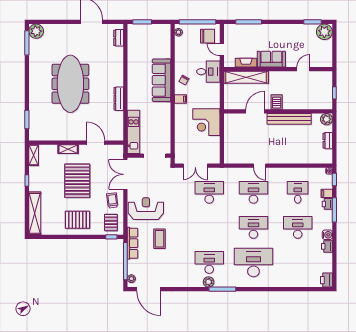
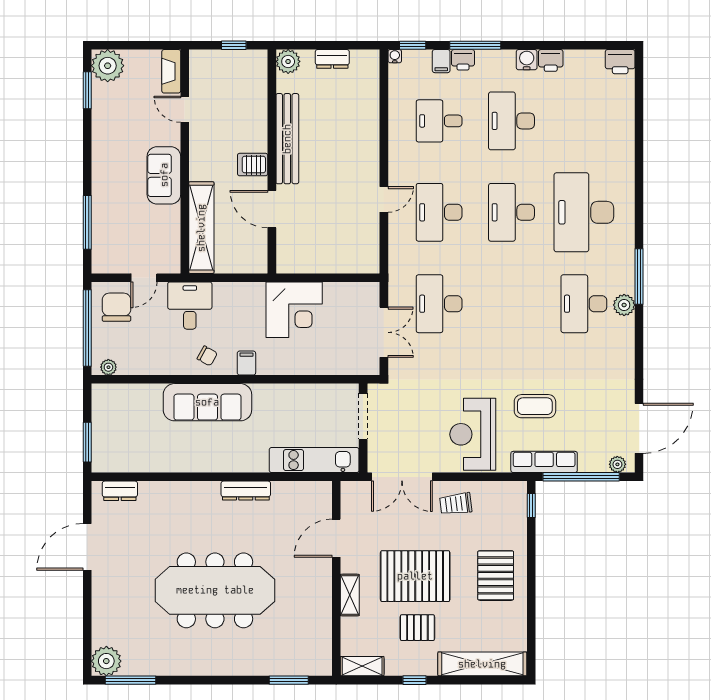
fireplace: (246, 63) -> (171, 71), moved
pallet: (111, 222) -> (417, 628), moved

